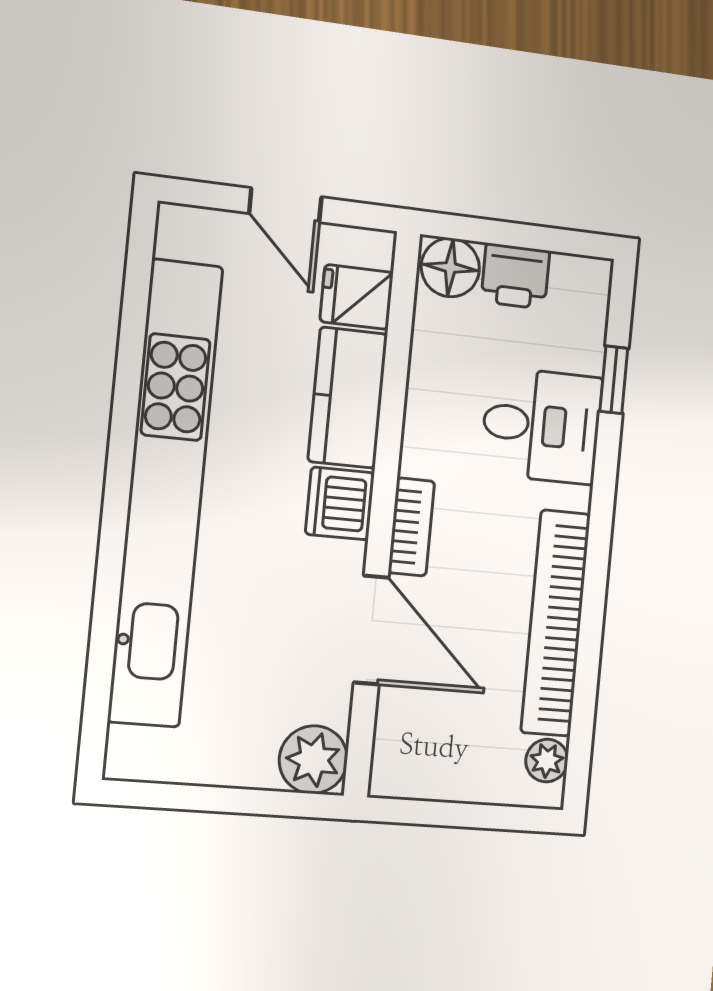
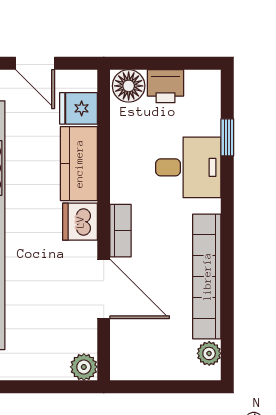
plant: (313, 760) -> (84, 367), width x0.73, depth x0.73

